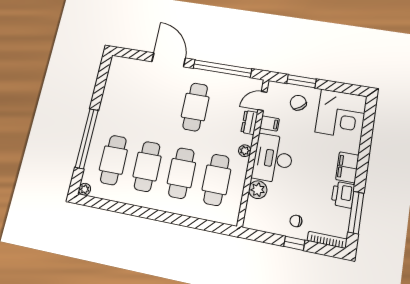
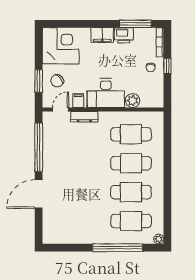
door: (262, 101) -> (61, 110), swing flipped
cafe table: (195, 107) -> (75, 163), removed
dresser: (249, 122) -> (84, 117), width x1.44
plant: (245, 151) -> (104, 116), removed

